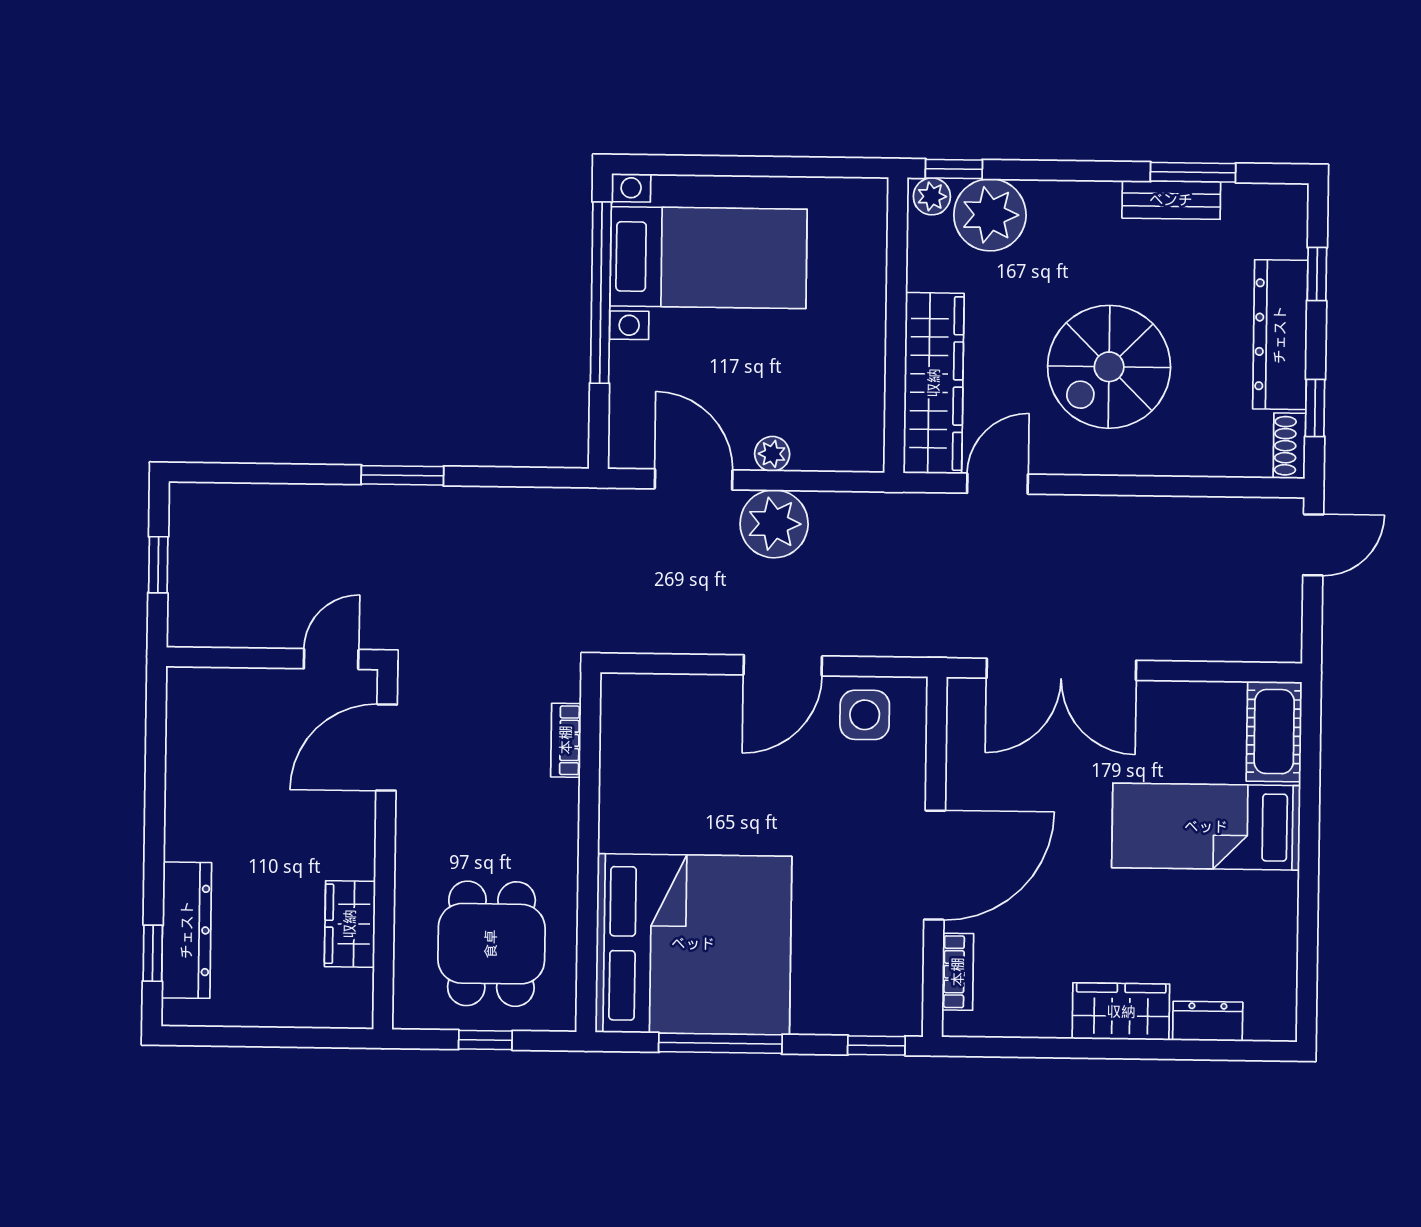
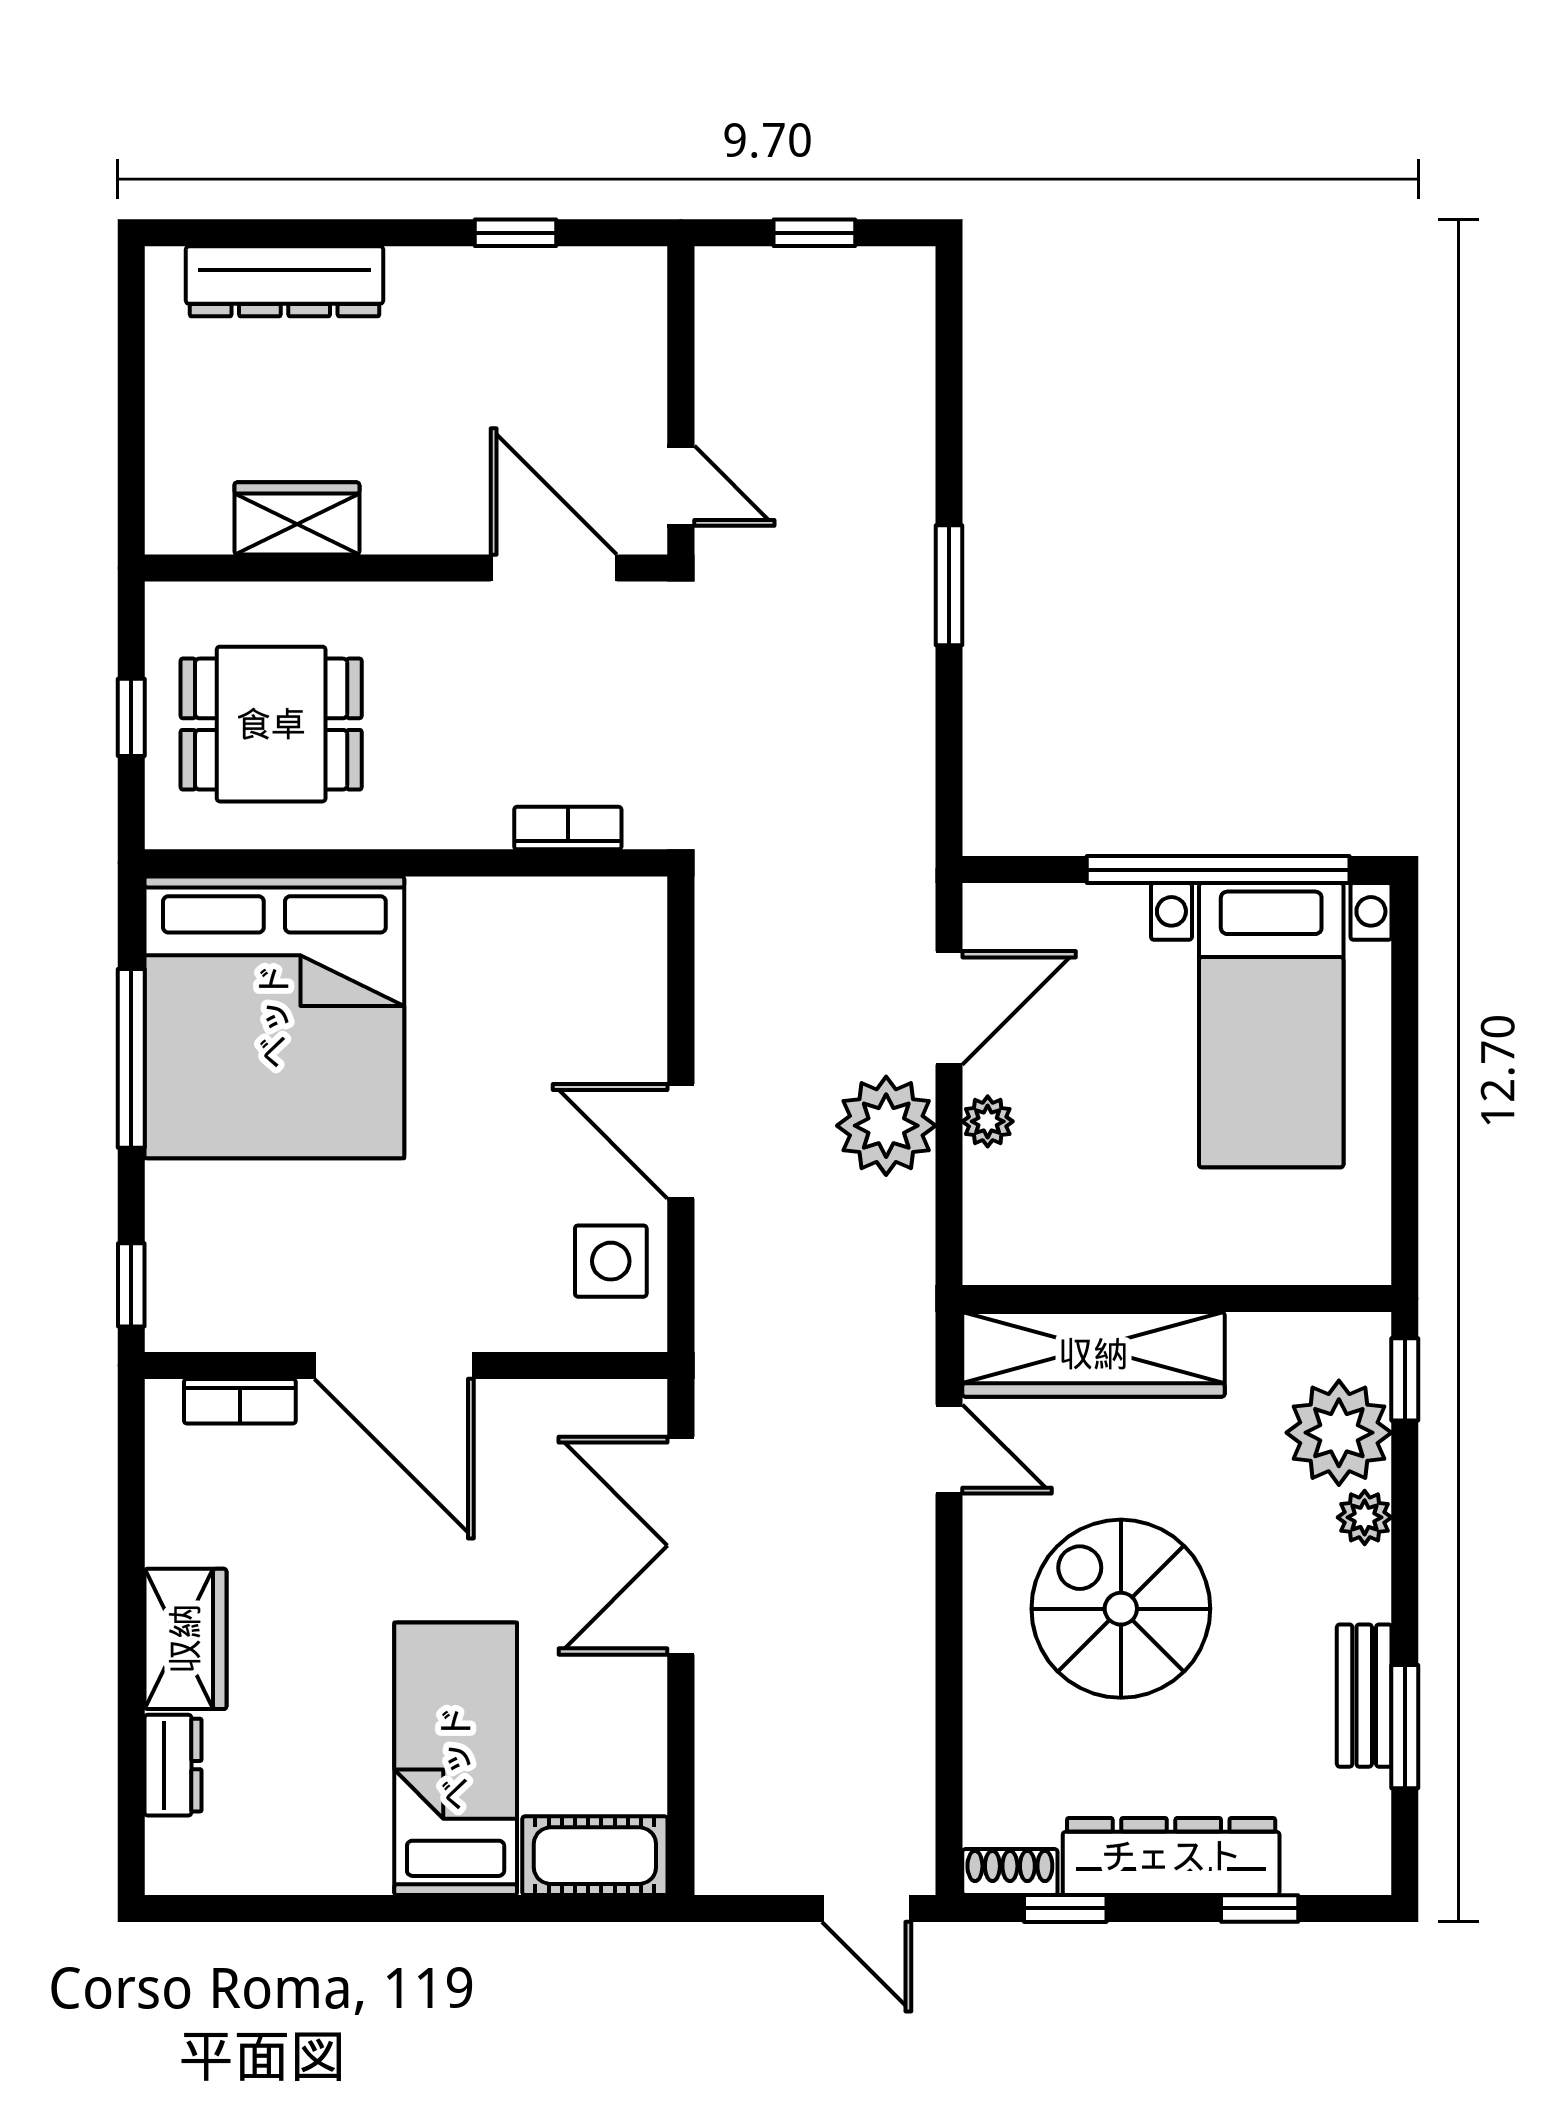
plant: (932, 196) -> (1365, 1517), moved
window: (153, 953) -> (516, 233), moved

